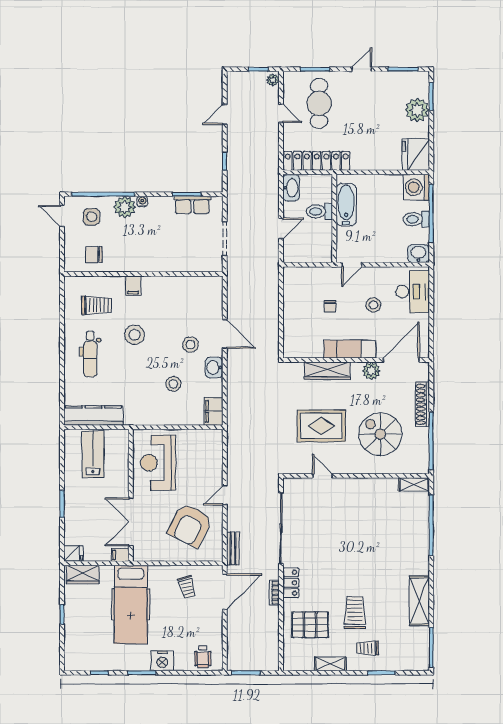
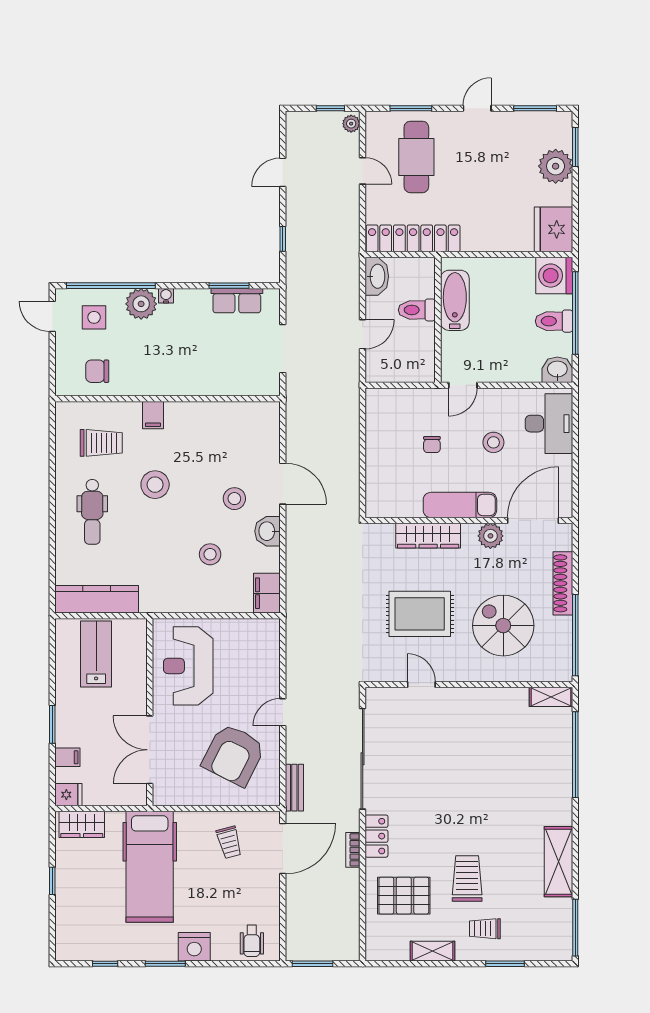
filing cabinet: (120, 555) -> (67, 757), moved, turned 180

